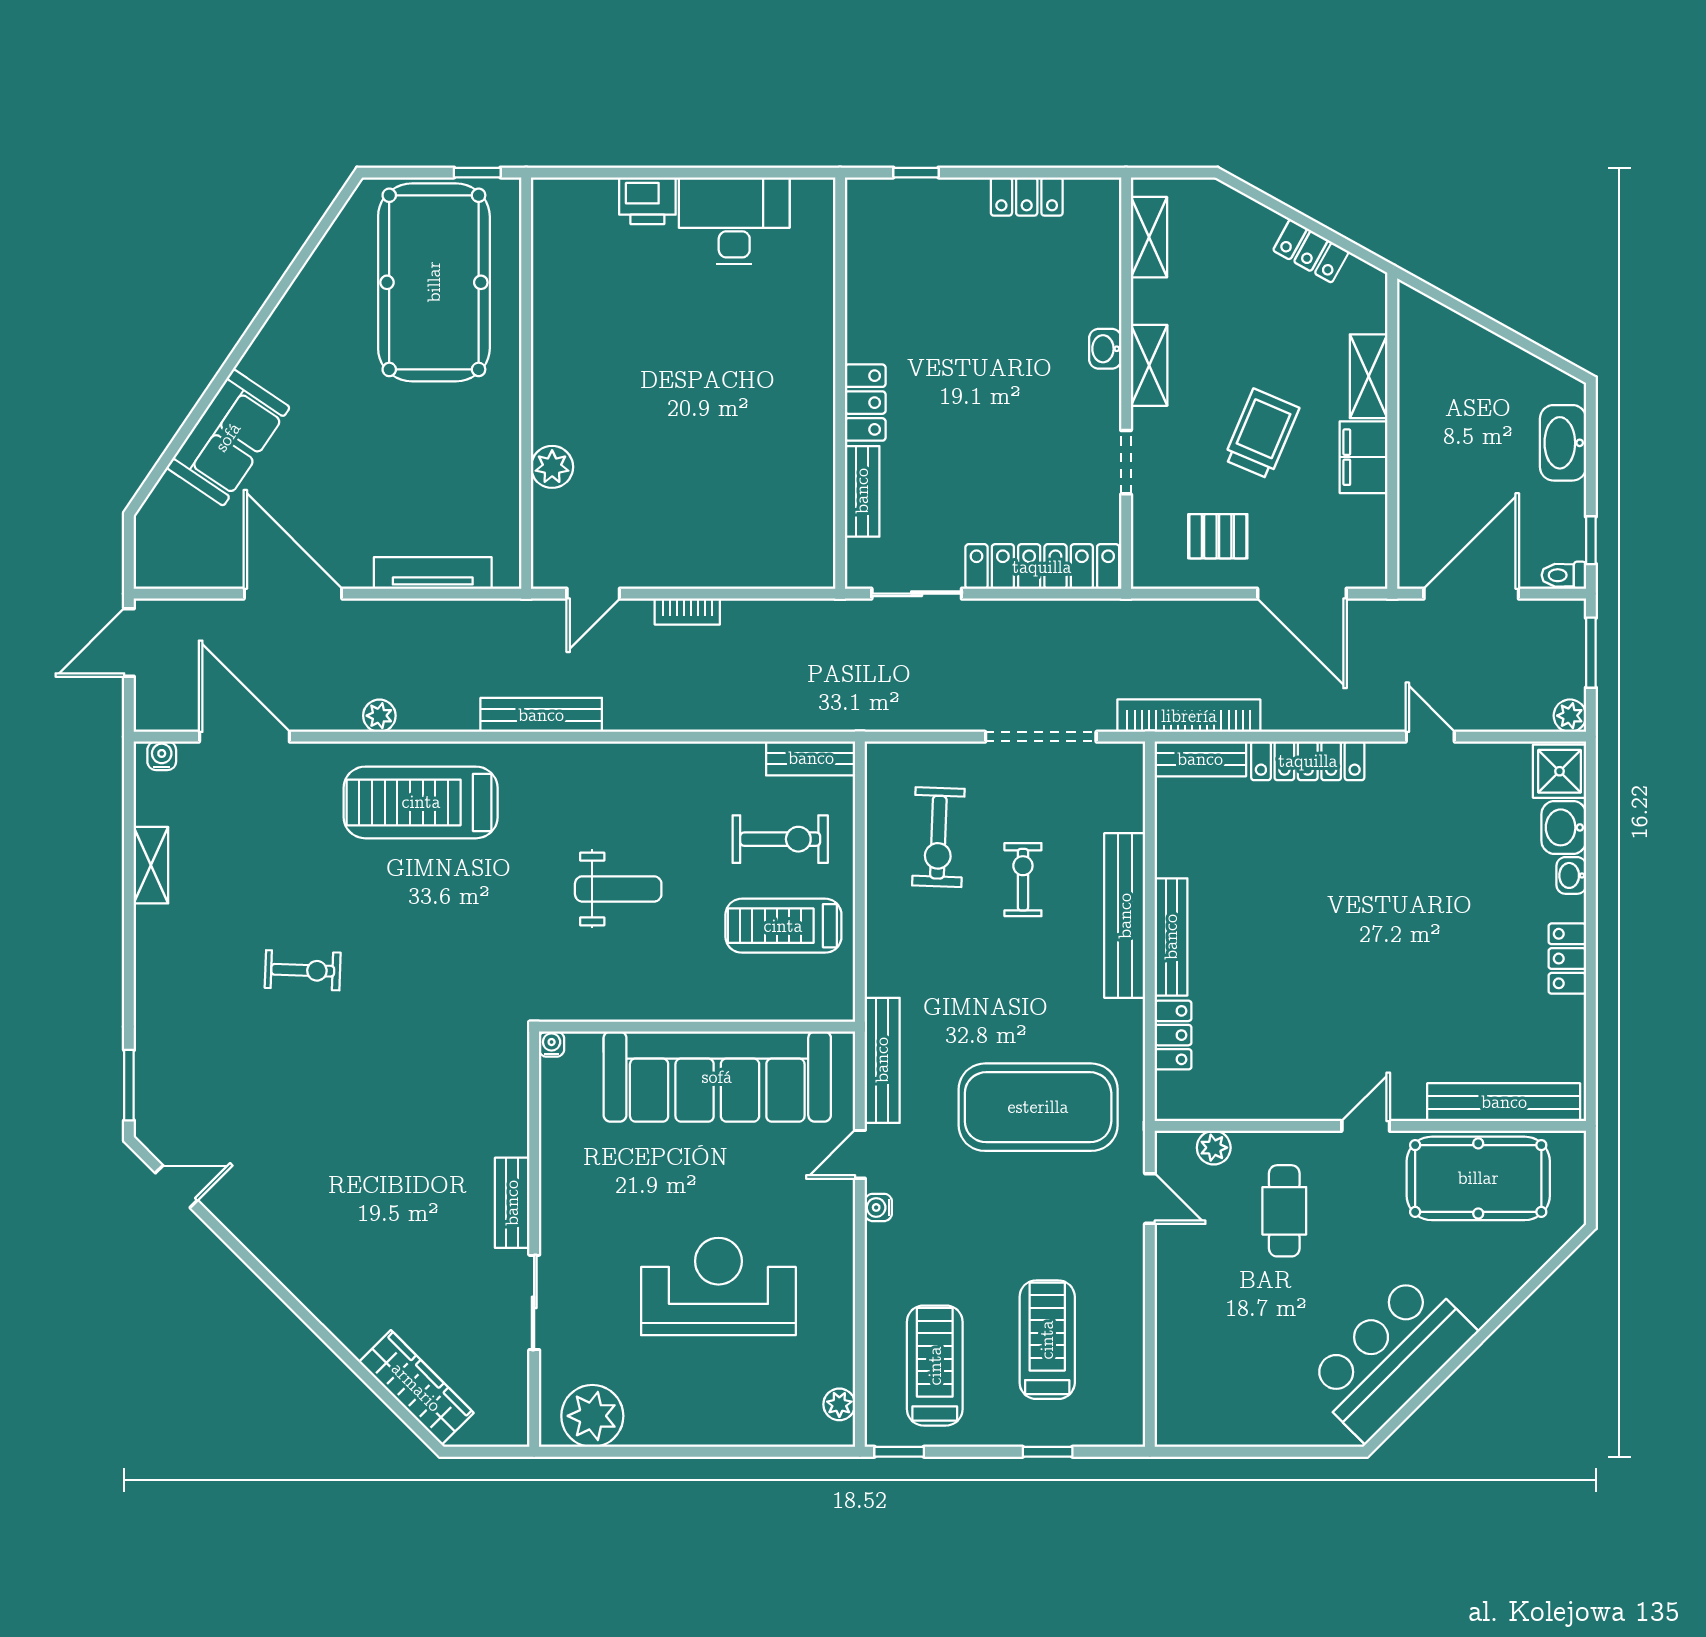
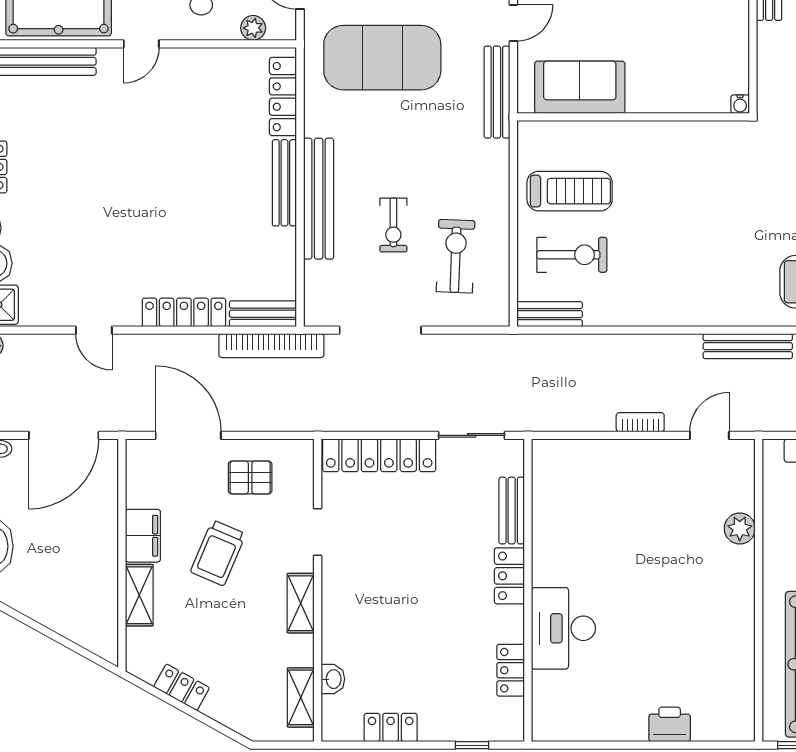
desk: (734, 221) -> (563, 628), moved, turned 90
locker: (864, 274) -> (511, 670), added
washbasin: (1105, 349) -> (333, 679), moved
exercise bike: (780, 839) -> (572, 255), turned 180
weight bench: (618, 889) -> (691, 218), removed
locker: (1173, 1035) -> (283, 97), width x1.53
sofa: (717, 1077) -> (580, 87), width x0.54, depth x0.79

